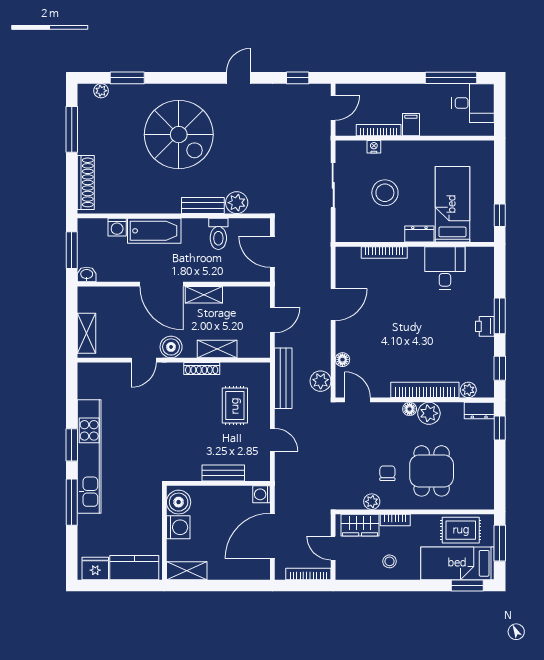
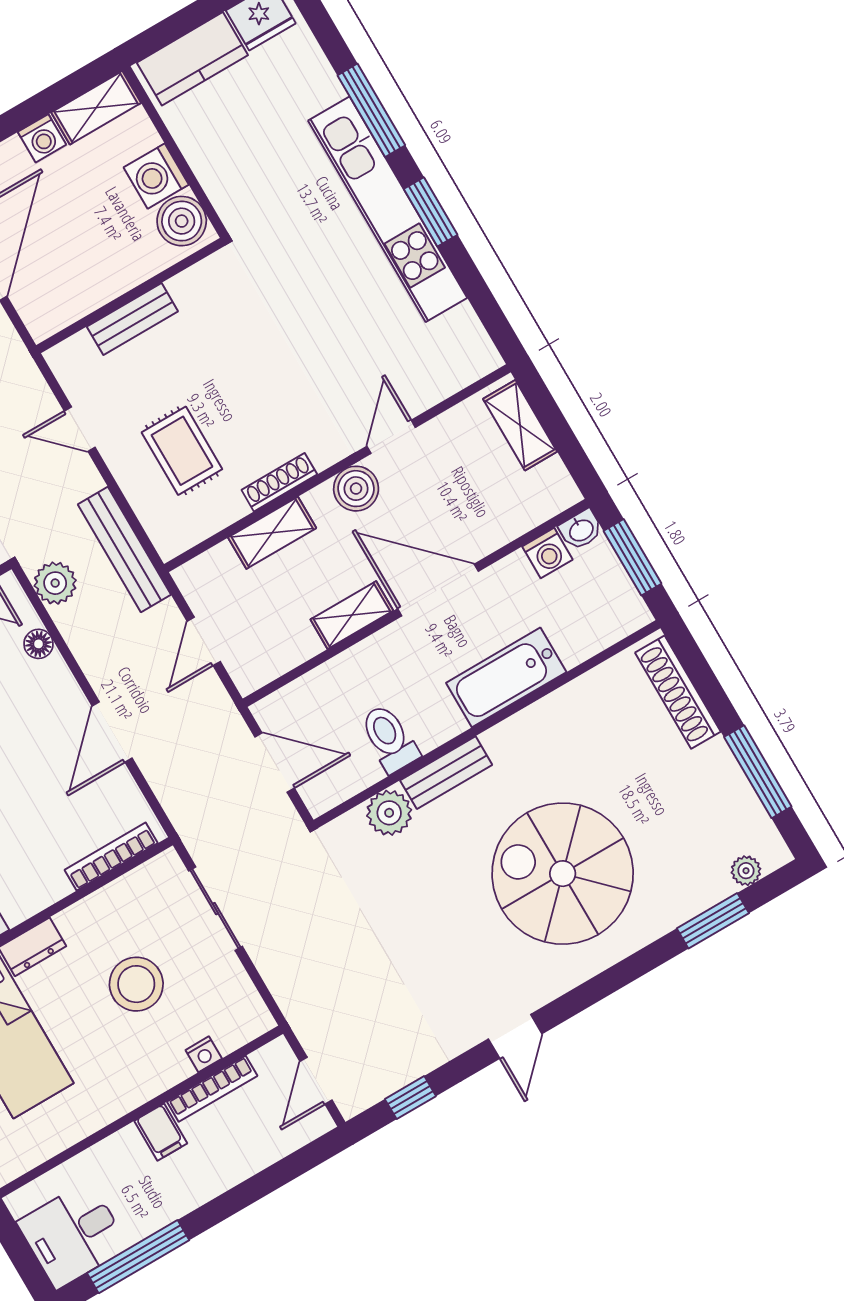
sliding door: (333, 185) -> (215, 909), moved
washing machine: (117, 227) -> (547, 553), moved, turned 180
bookcase: (384, 253) -> (111, 856), moved
washing machine: (262, 494) -> (42, 138), moved, turned 90

